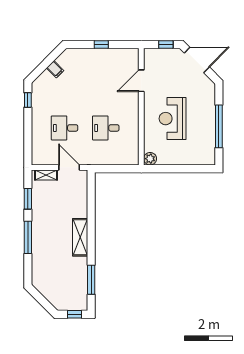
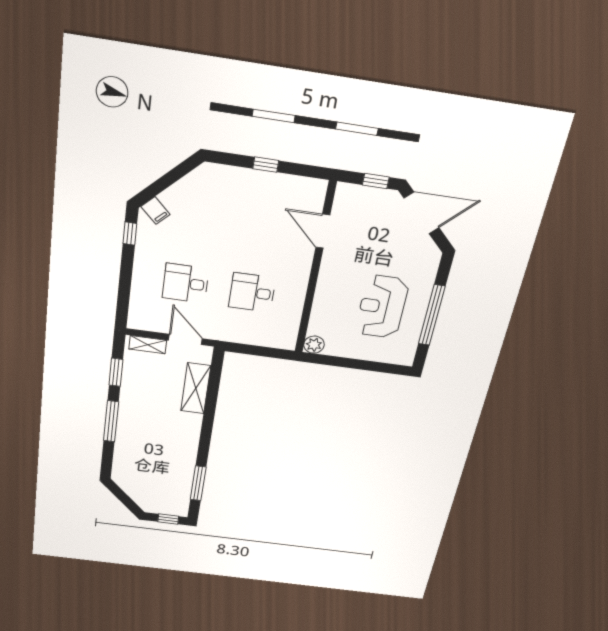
filing cabinet: (55, 69) -> (155, 210), moved
door: (141, 81) -> (323, 231), hinge flipped
reception desk: (172, 119) -> (382, 307), moved
shelving: (80, 237) -> (196, 388), moved

